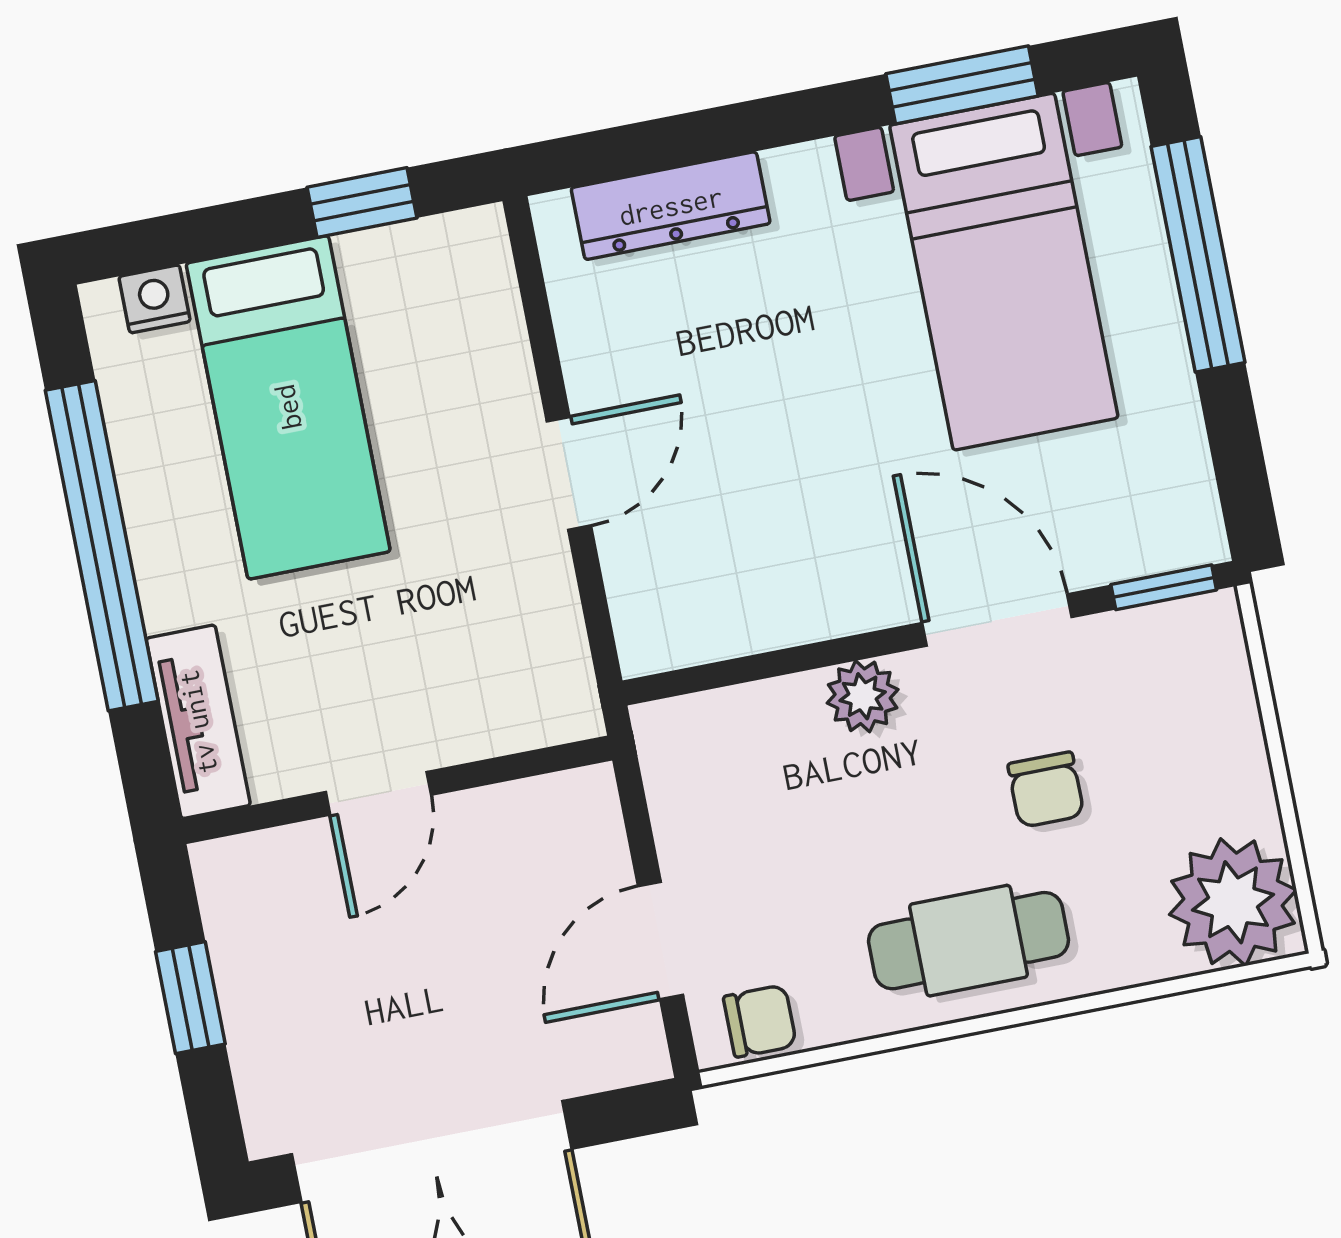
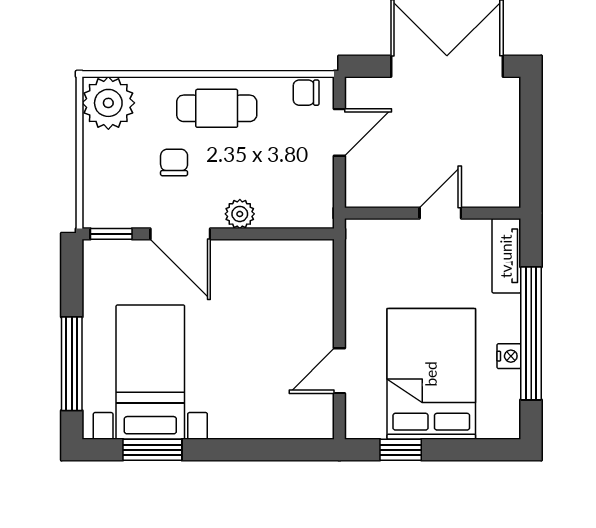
dresser: (671, 206) -> (278, 424), removed
nightstand: (155, 299) -> (509, 356), moved, turned -90
bed: (288, 407) -> (431, 374), width x1.50
door: (569, 473) -> (339, 371), moved
window: (190, 998) -> (531, 146), removed

